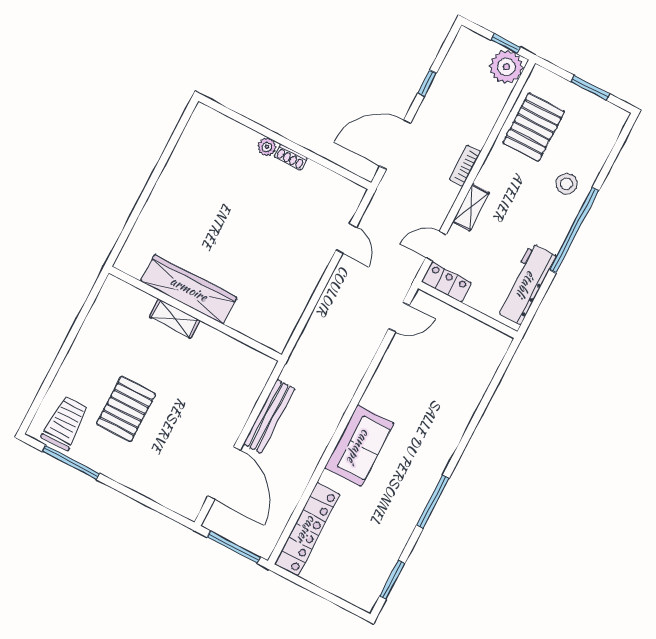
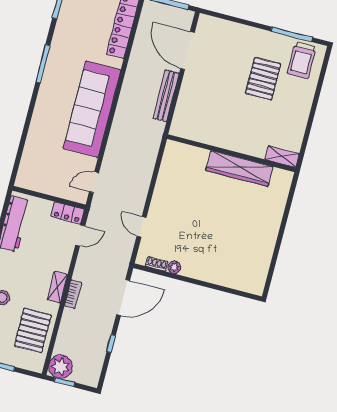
plant: (267, 147) -> (174, 267), moved
shoe rack: (291, 157) -> (157, 264), moved
shelving: (471, 207) -> (57, 287), moved
shelving: (175, 319) -> (282, 157), moved
sofa: (359, 446) -> (92, 109), width x1.85, depth x1.27

